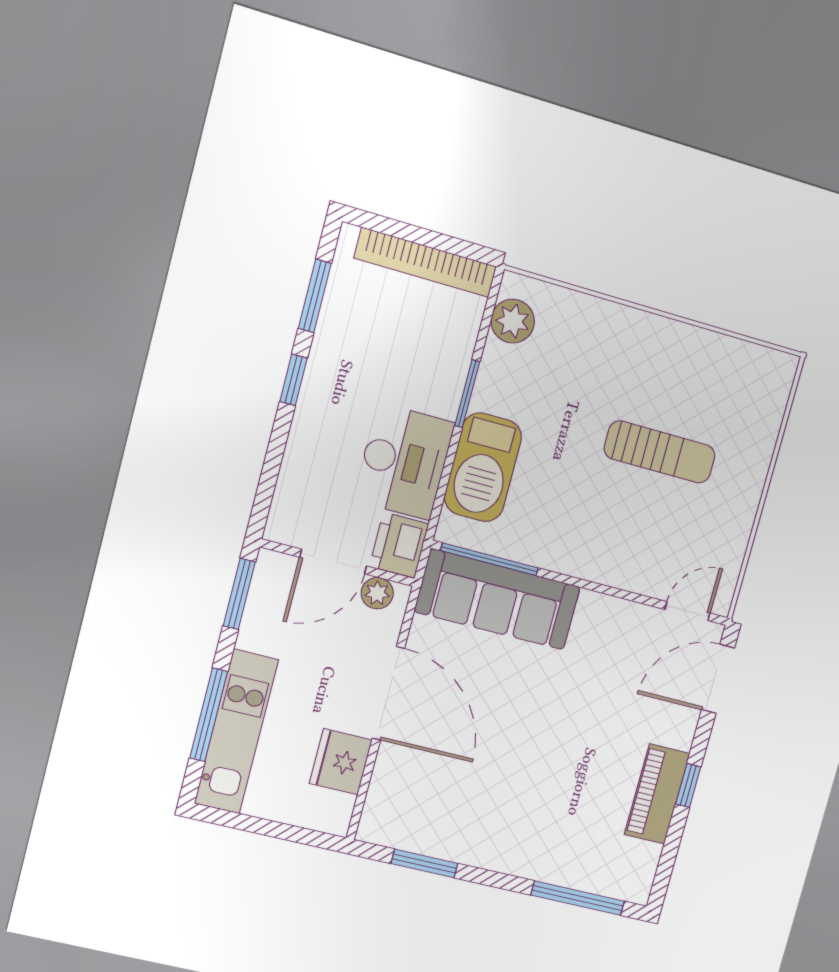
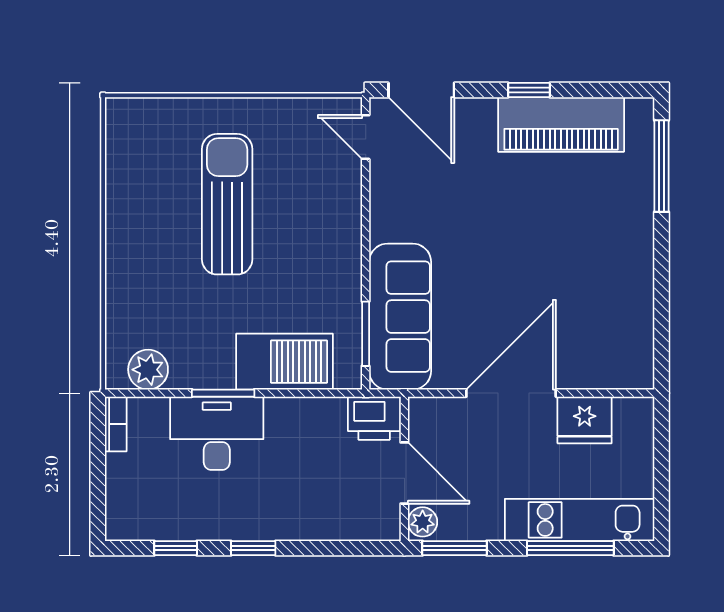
bookcase: (426, 262) -> (116, 424), width x0.43, depth x0.76
window: (315, 296) -> (176, 548), width x0.67
sun lounger: (660, 452) -> (227, 204), width x1.36, depth x1.34
desk: (404, 462) -> (217, 433), moved
window: (489, 559) -> (366, 334), width x0.69
plant: (377, 593) -> (423, 522), moved
piano: (657, 794) -> (561, 124), width x1.37, depth x1.33
window: (425, 863) -> (662, 319), removed

